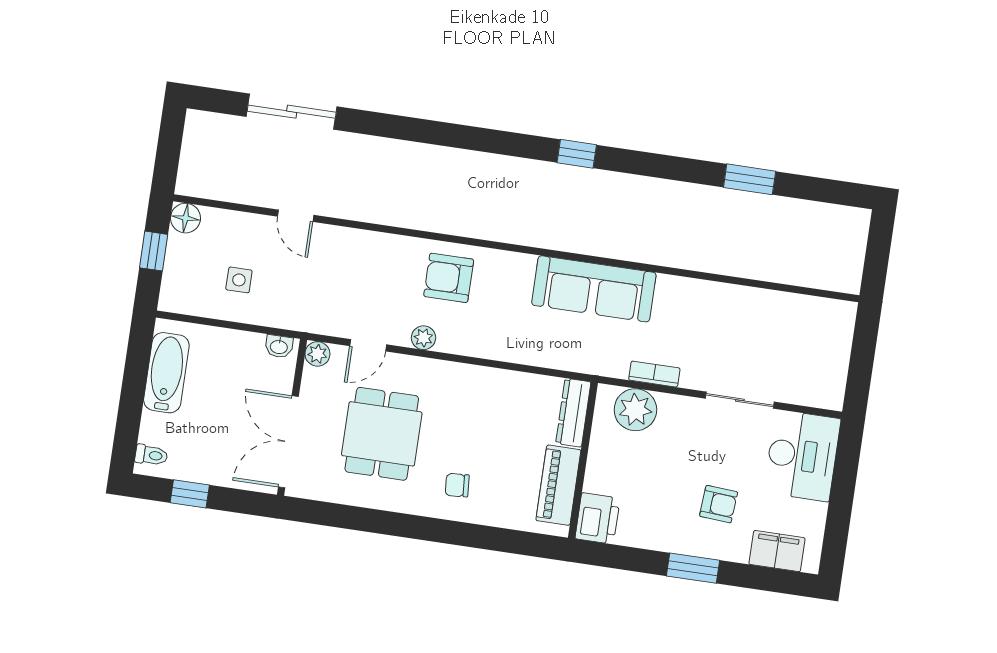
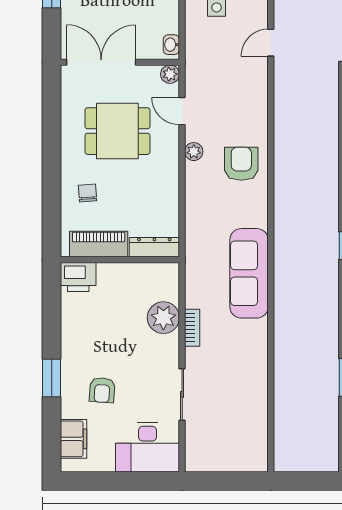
dresser: (573, 413) -> (154, 247), moved
wall: (583, 460) -> (120, 260), moved
piano: (558, 485) -> (99, 244), moved
printer: (598, 518) -> (78, 277), moved

